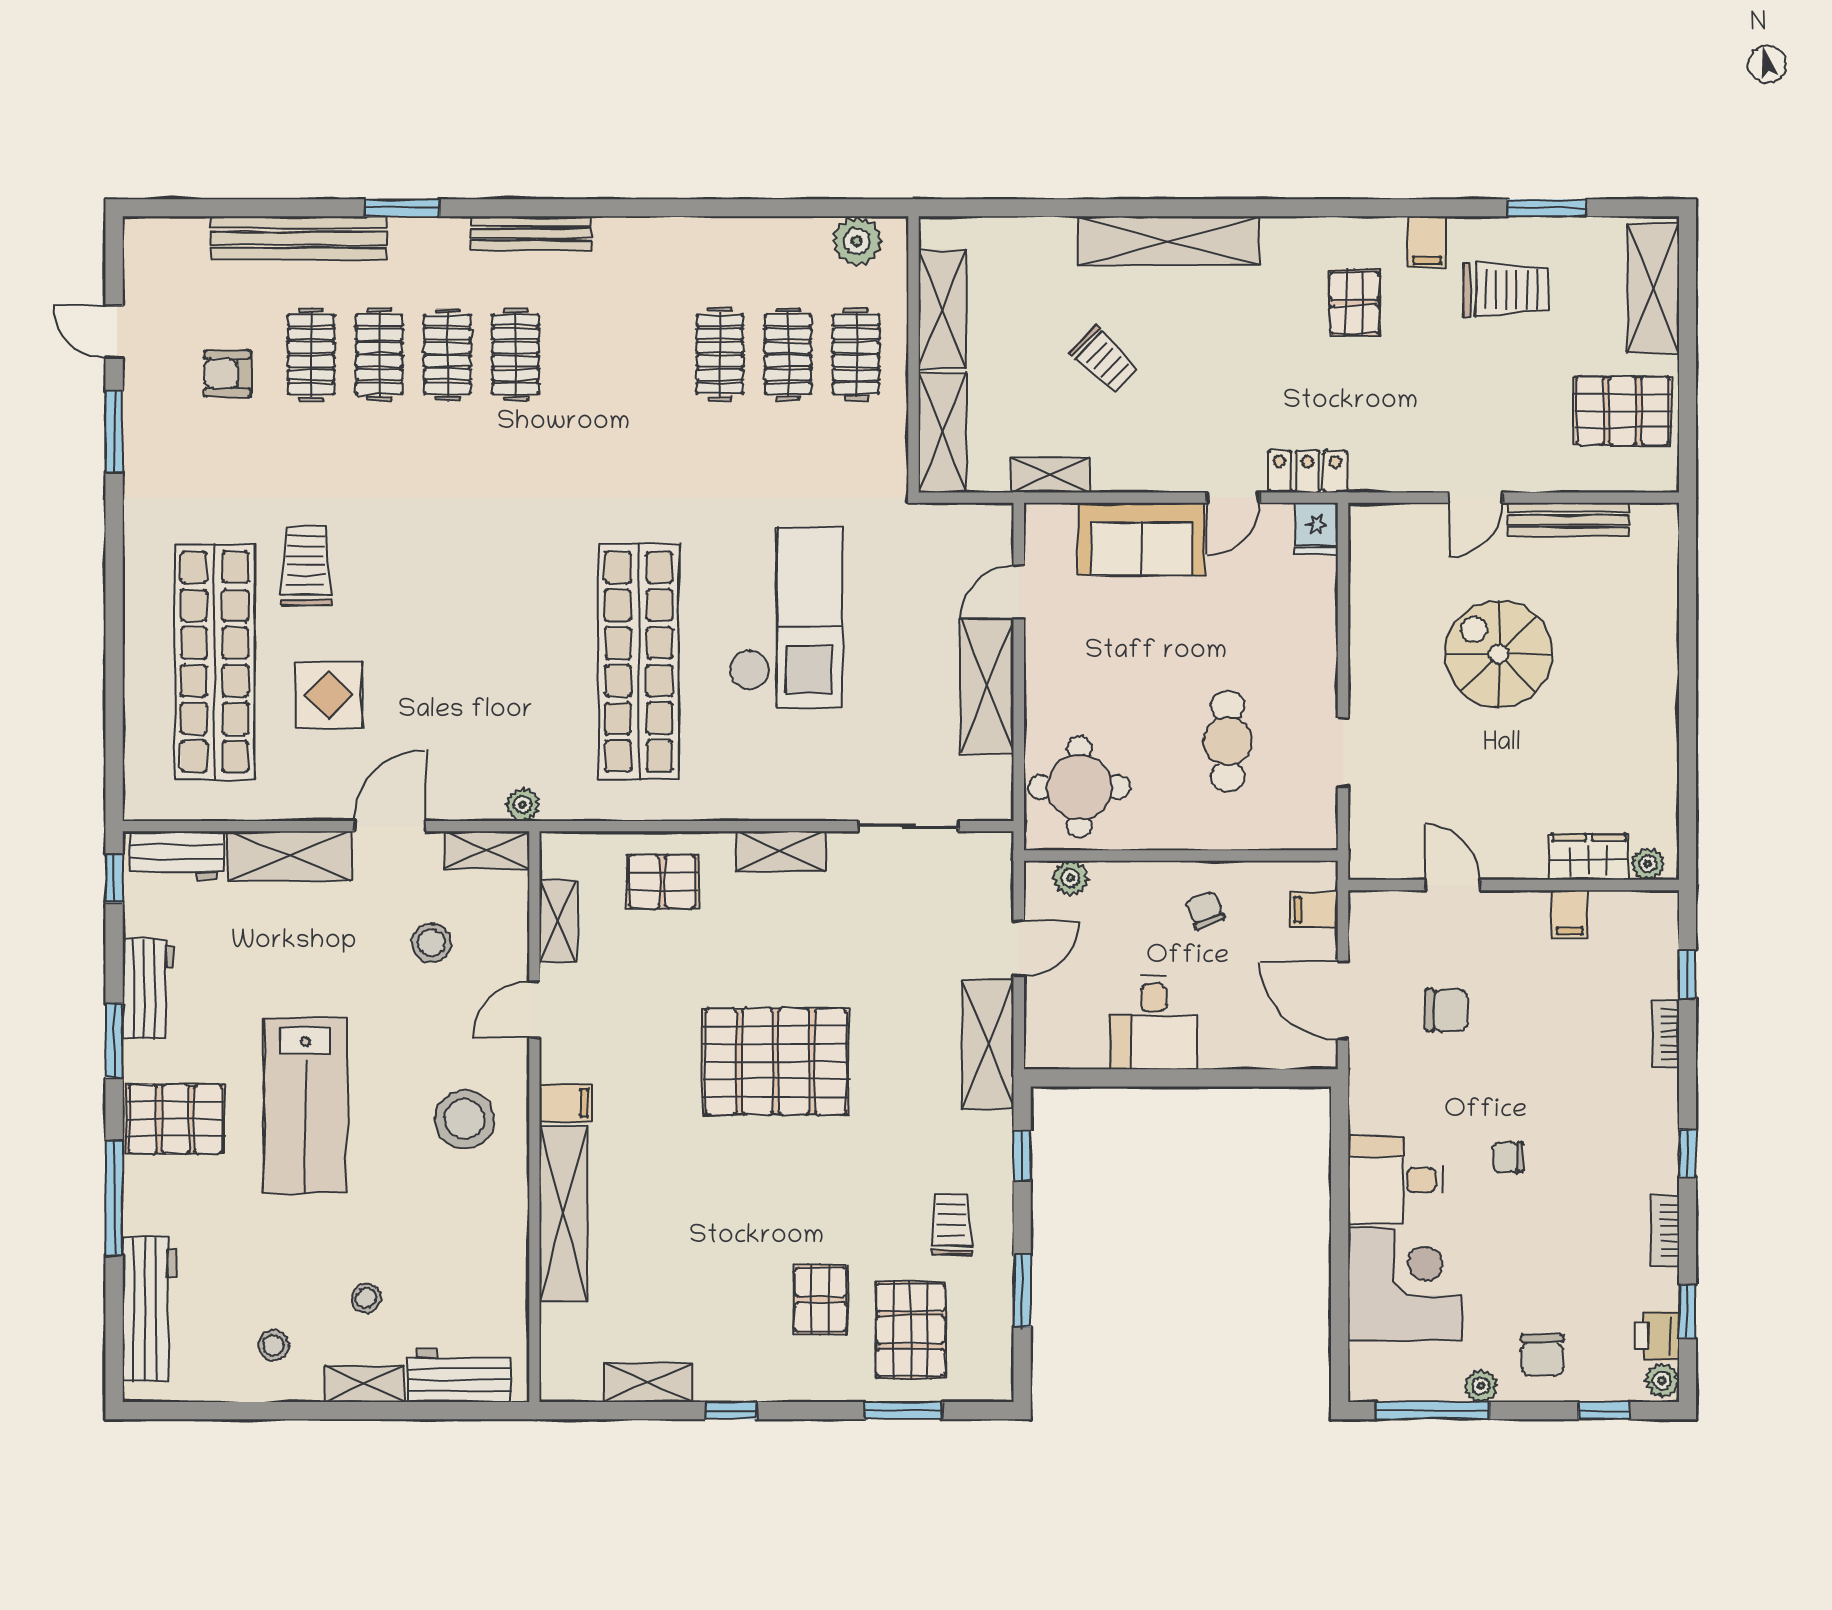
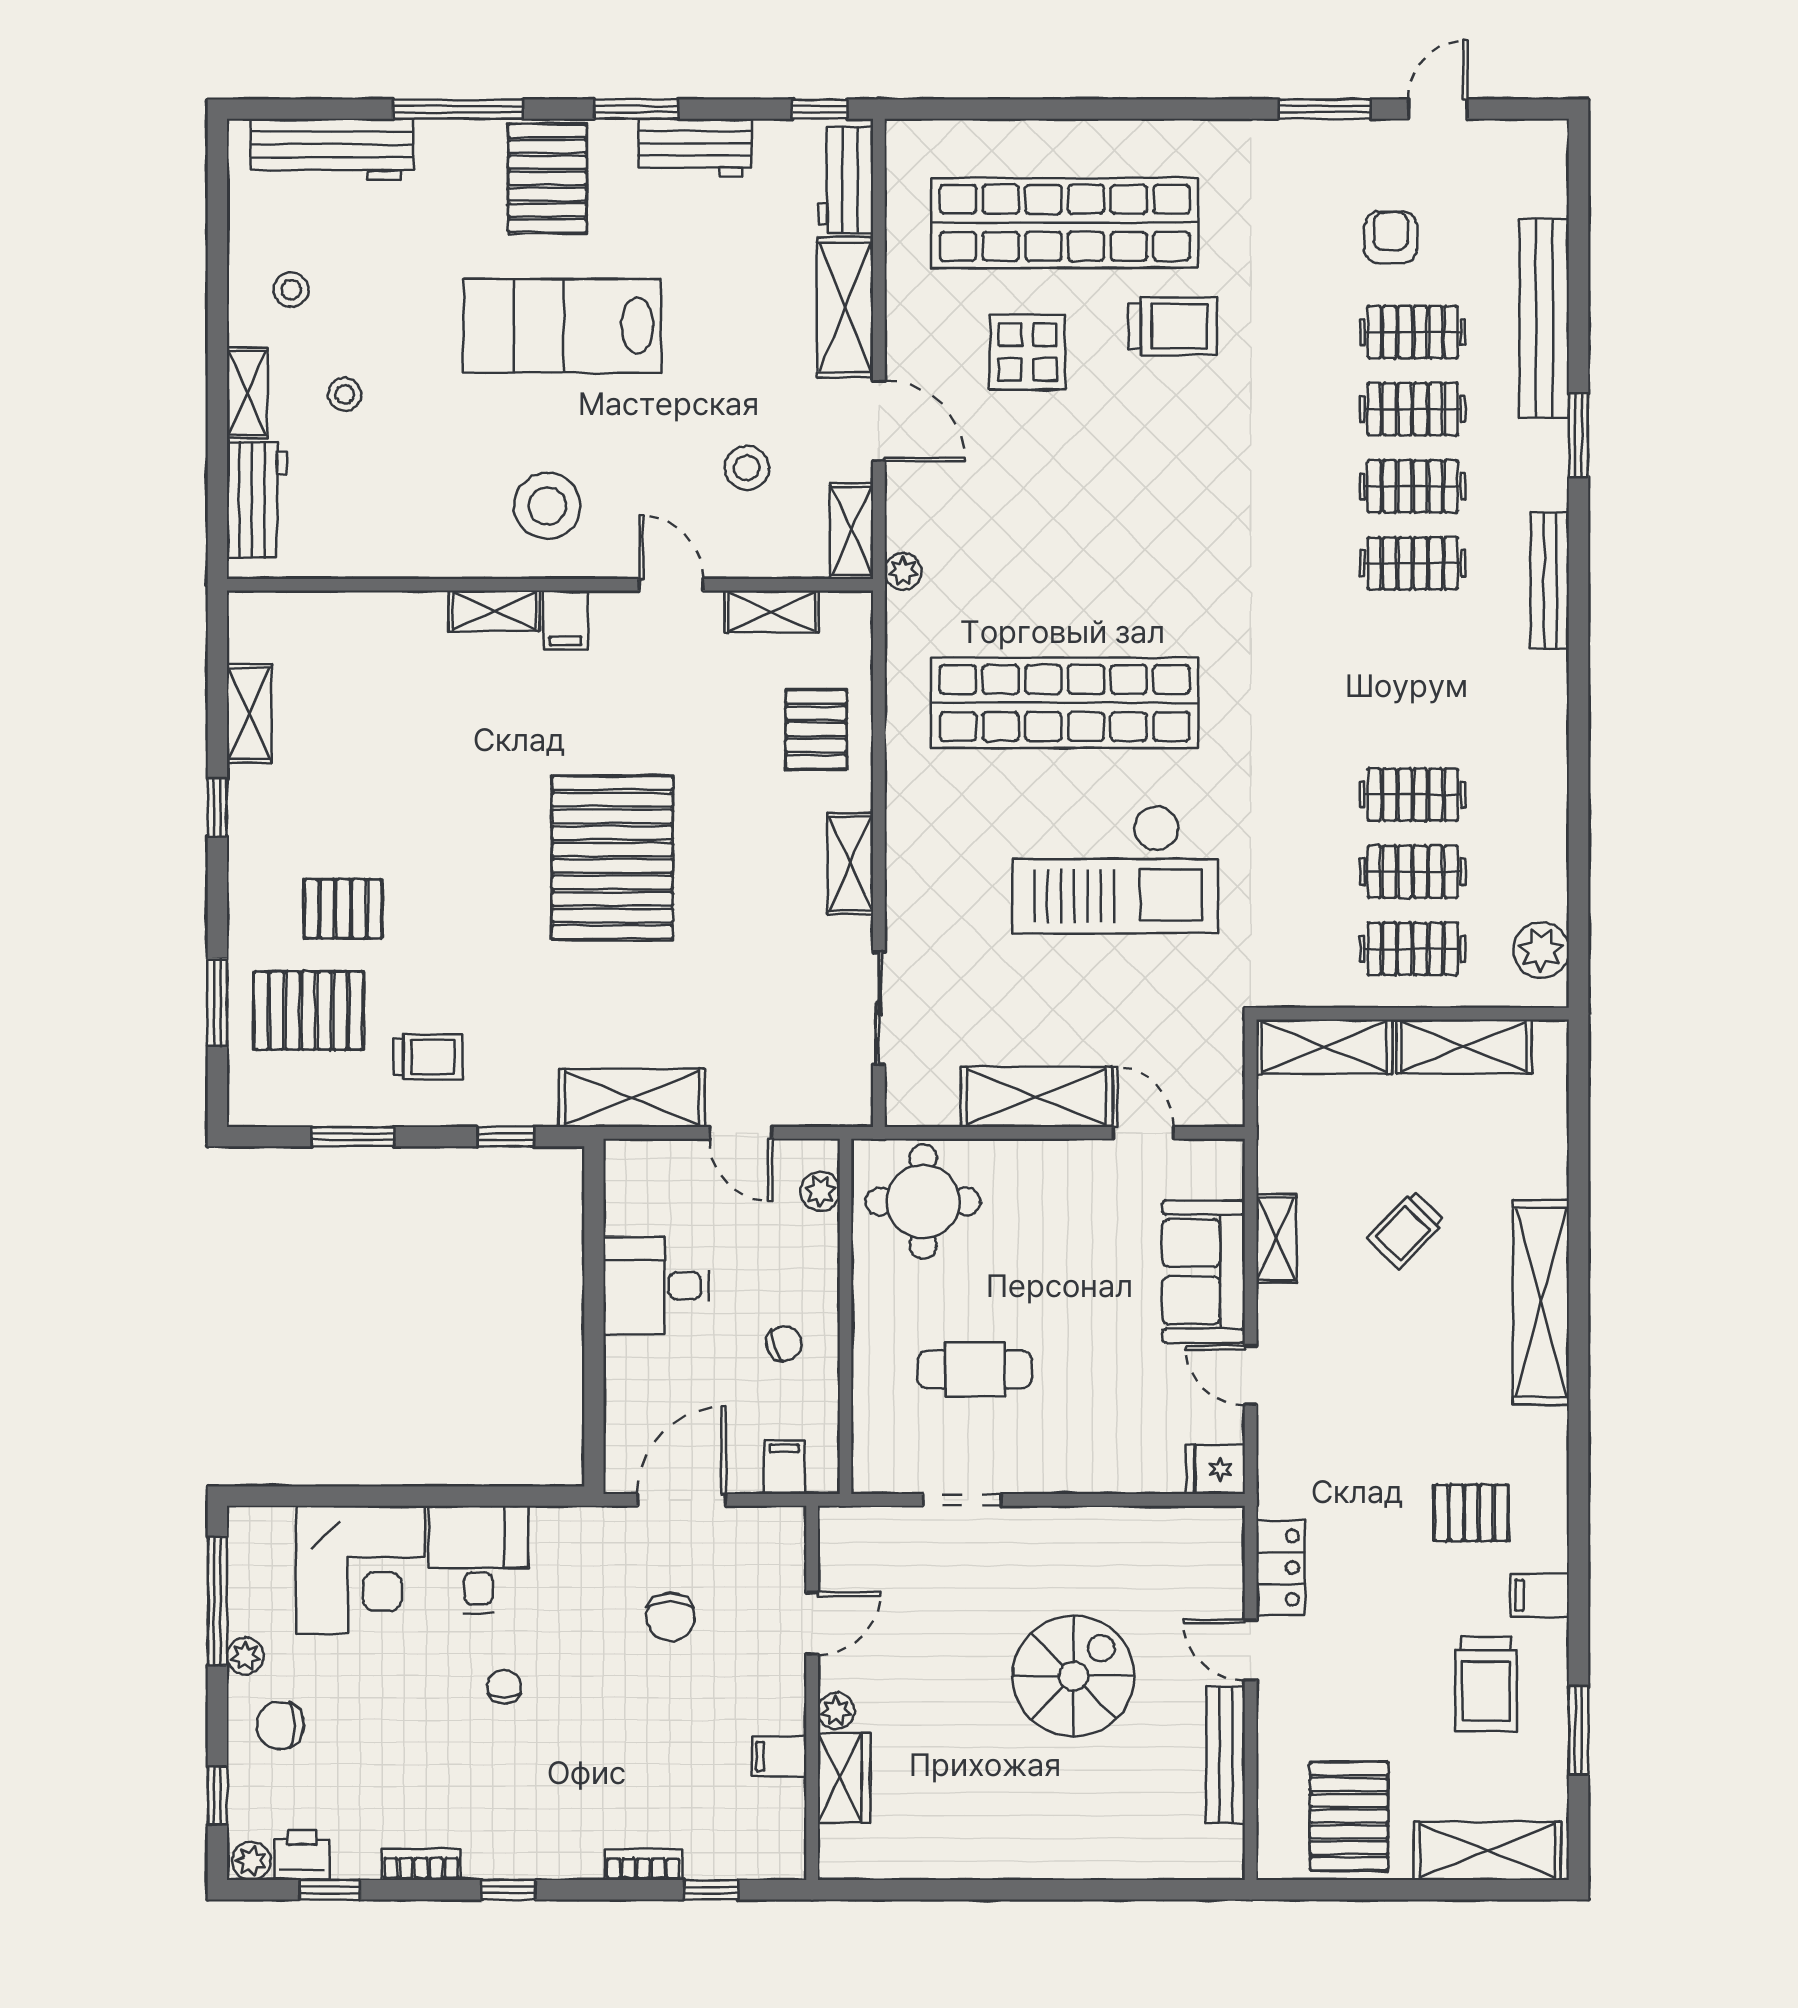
locker: (1307, 471) -> (1280, 1568), moved
shelving: (1050, 475) -> (1276, 1239), moved
plant: (1648, 864) -> (836, 1711), moved
shelving: (563, 1214) -> (494, 611), width x0.45, depth x0.75

